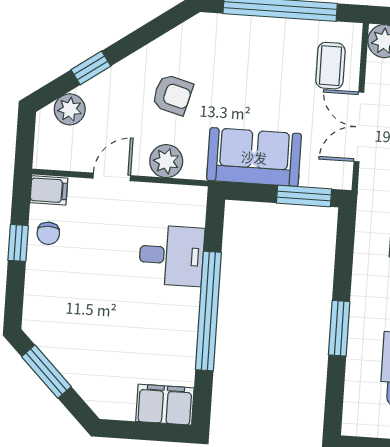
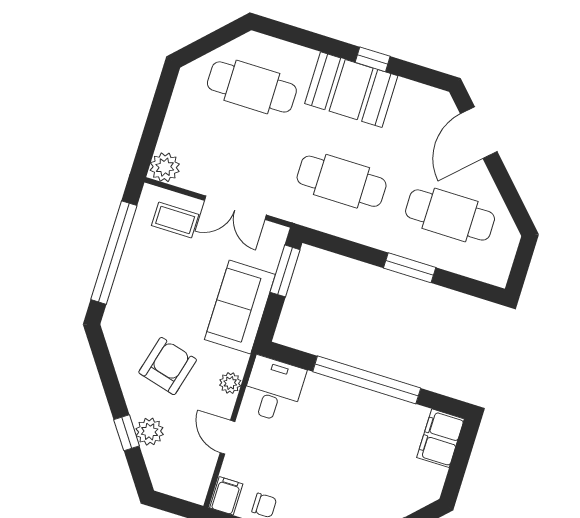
armchair: (172, 95) -> (168, 366), width x1.38, depth x1.38
plant: (70, 109) -> (150, 432), moved
plant: (166, 161) -> (230, 383), width x0.73, depth x0.73
desk: (171, 256) -> (273, 390), moved

